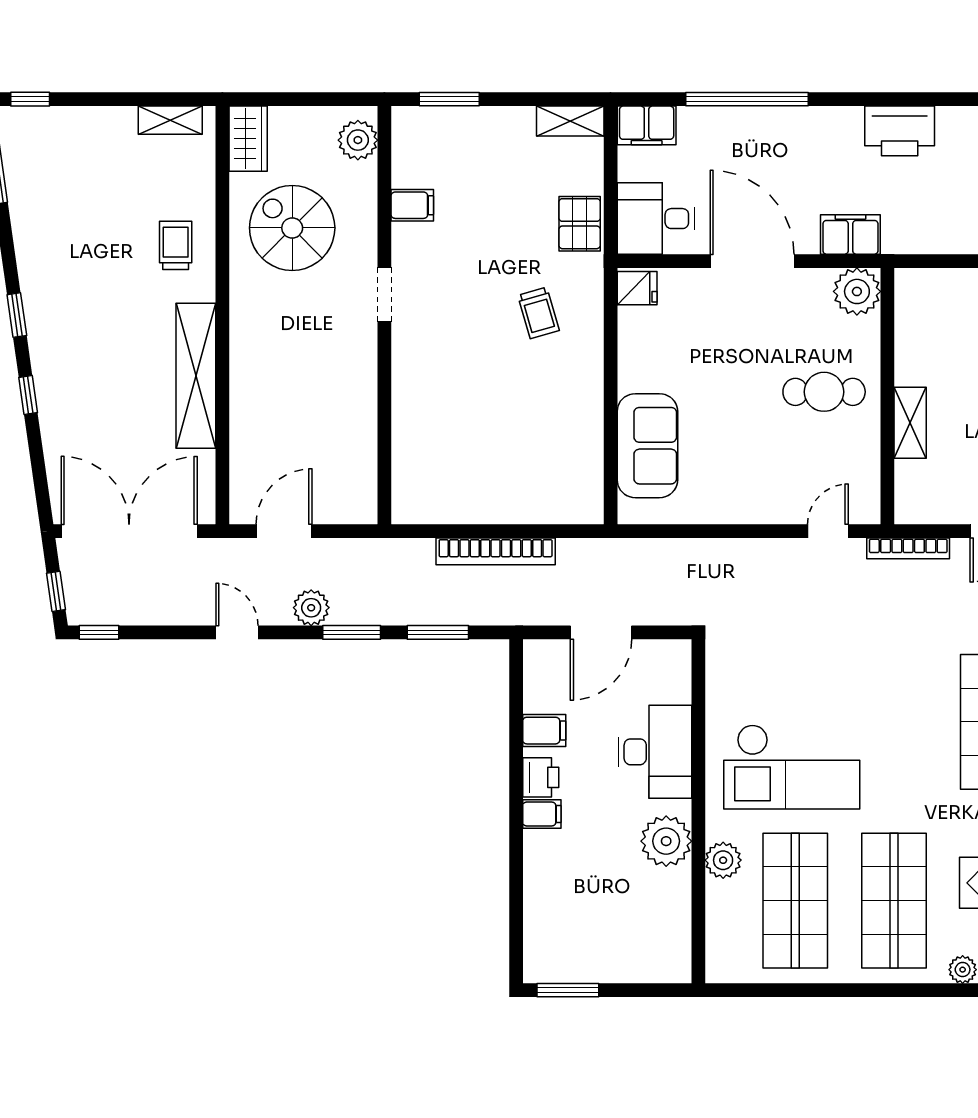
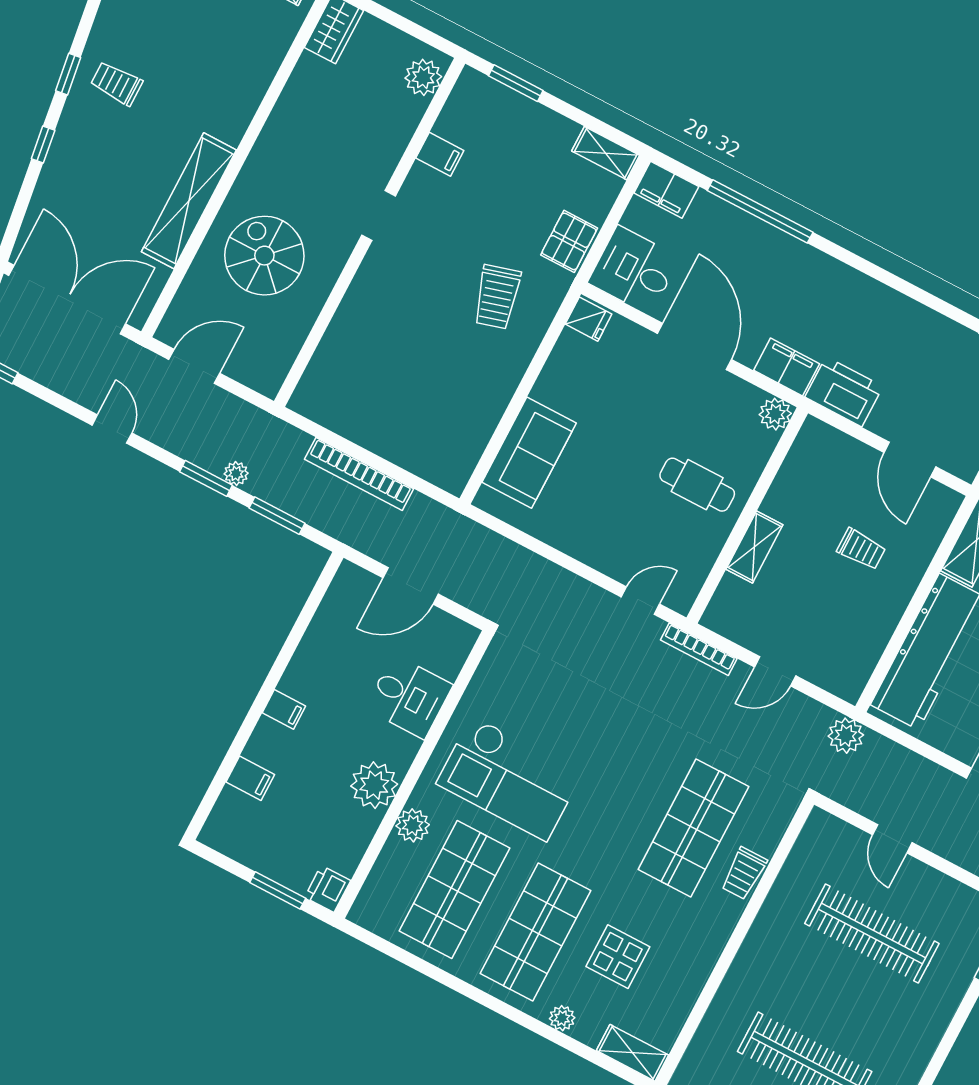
printer: (900, 131) -> (844, 392), moved, turned 180
spiral stairs: (292, 228) -> (264, 256), moved
trolley: (176, 245) -> (117, 83), moved, turned -90
plant: (857, 291) -> (775, 414), width x0.73, depth x0.73
trolley: (538, 313) -> (497, 297), width x1.36, depth x1.39
plant: (311, 608) -> (236, 474), moved, width x0.73, depth x0.73
filing cabinet: (544, 731) -> (250, 778), moved
desk: (655, 752) -> (409, 697), width x0.73
printer: (541, 777) -> (328, 889), moved, turned 180
window: (568, 990) -> (278, 890), moved

